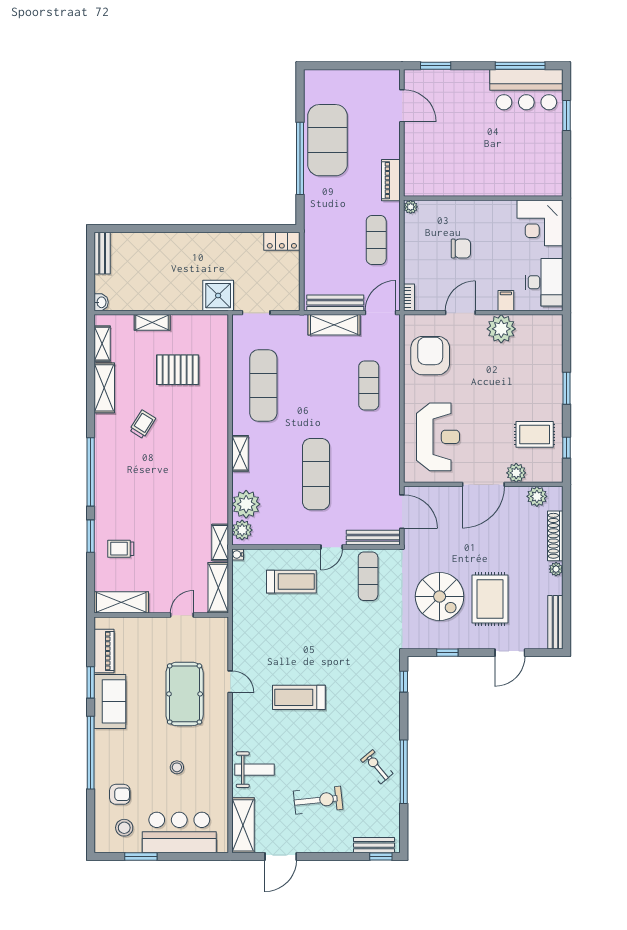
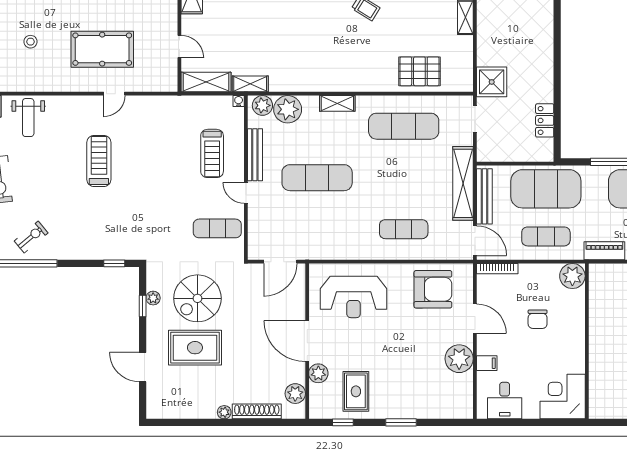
plant: (411, 207) -> (572, 276), width x1.88, depth x1.88
exercise mat: (327, 240) -> (546, 189), added
locker: (282, 241) -> (545, 120), moved
desk: (544, 282) -> (505, 401), width x0.73
bookcase: (409, 297) -> (497, 269), width x1.56
shelving: (334, 325) -> (463, 183), width x1.47
pallet: (178, 370) -> (419, 71), moved, turned 90
bench: (373, 538) -> (255, 155), moved
bench: (555, 622) -> (172, 412), removed
plant: (439, 642) -> (153, 298), added

